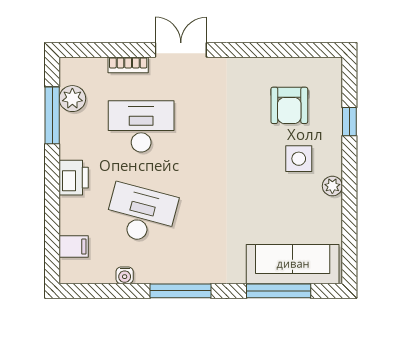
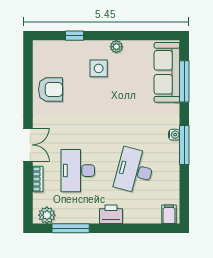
double door: (181, 50) -> (28, 145), swing flipped
plant: (72, 99) -> (47, 215), moved
armchair: (289, 105) -> (51, 90), moved
filing cabinet: (74, 247) -> (169, 214), moved
water cooler: (125, 275) -> (174, 135), moved

